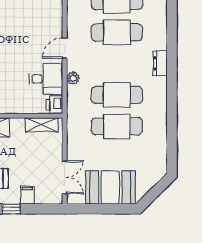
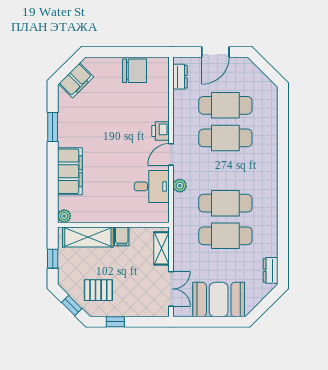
dresser: (160, 63) -> (271, 270), moved
printer: (54, 105) -> (160, 131), moved
shelving: (42, 125) -> (161, 248), moved, turned 90
filing cabinet: (27, 195) -> (122, 236), moved, turned 180

